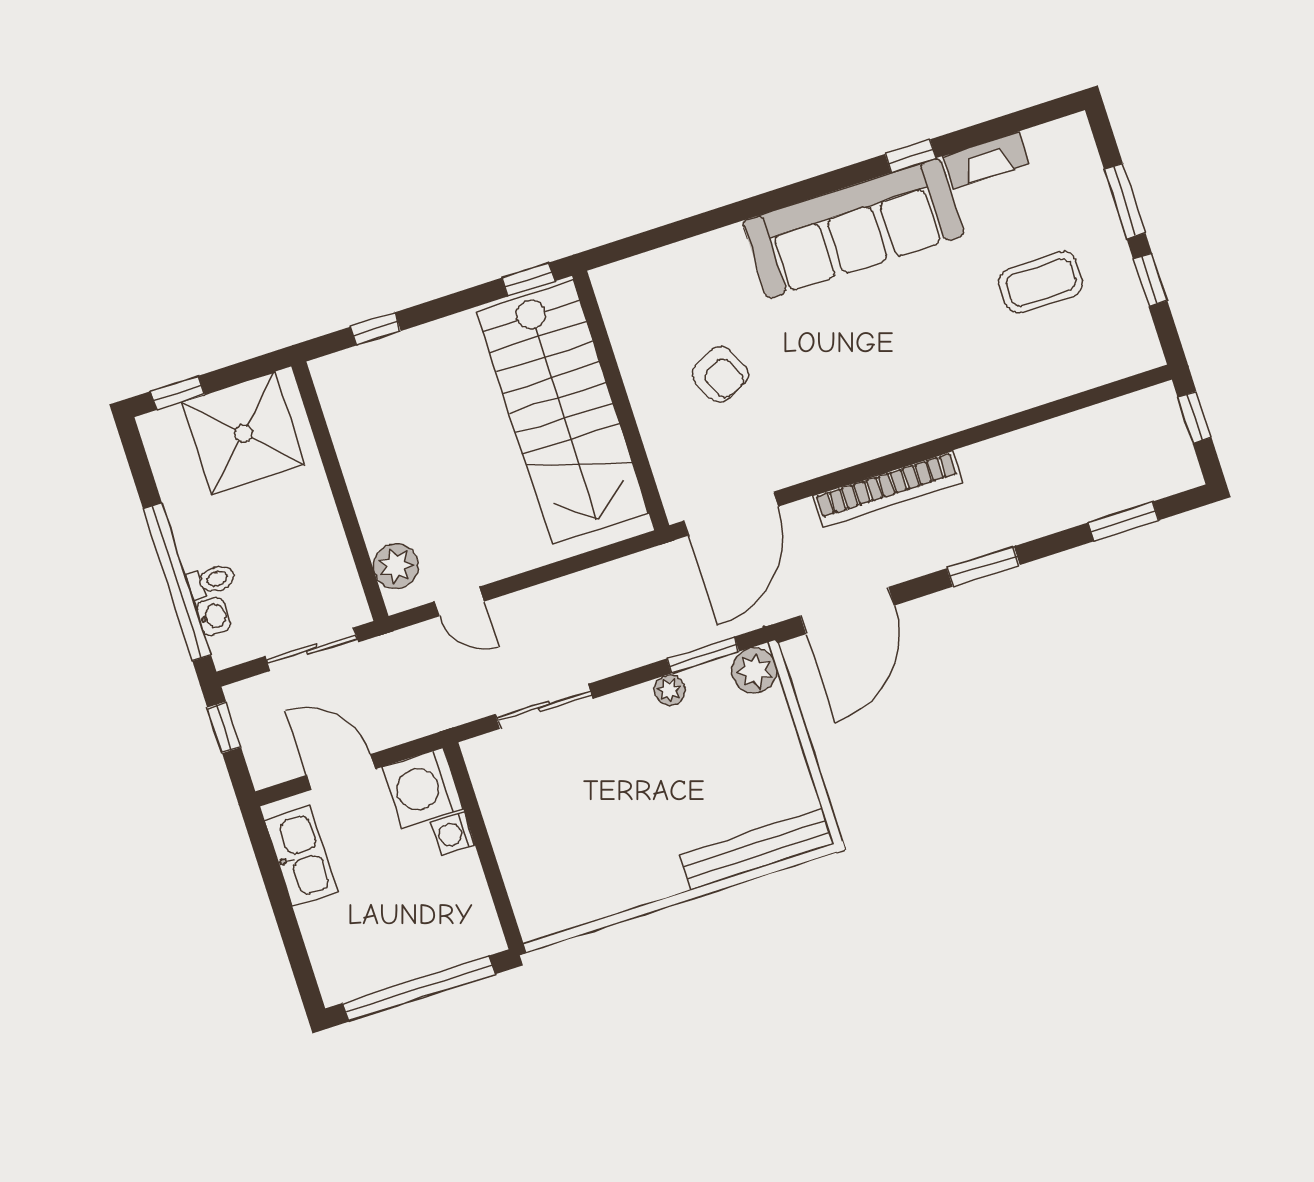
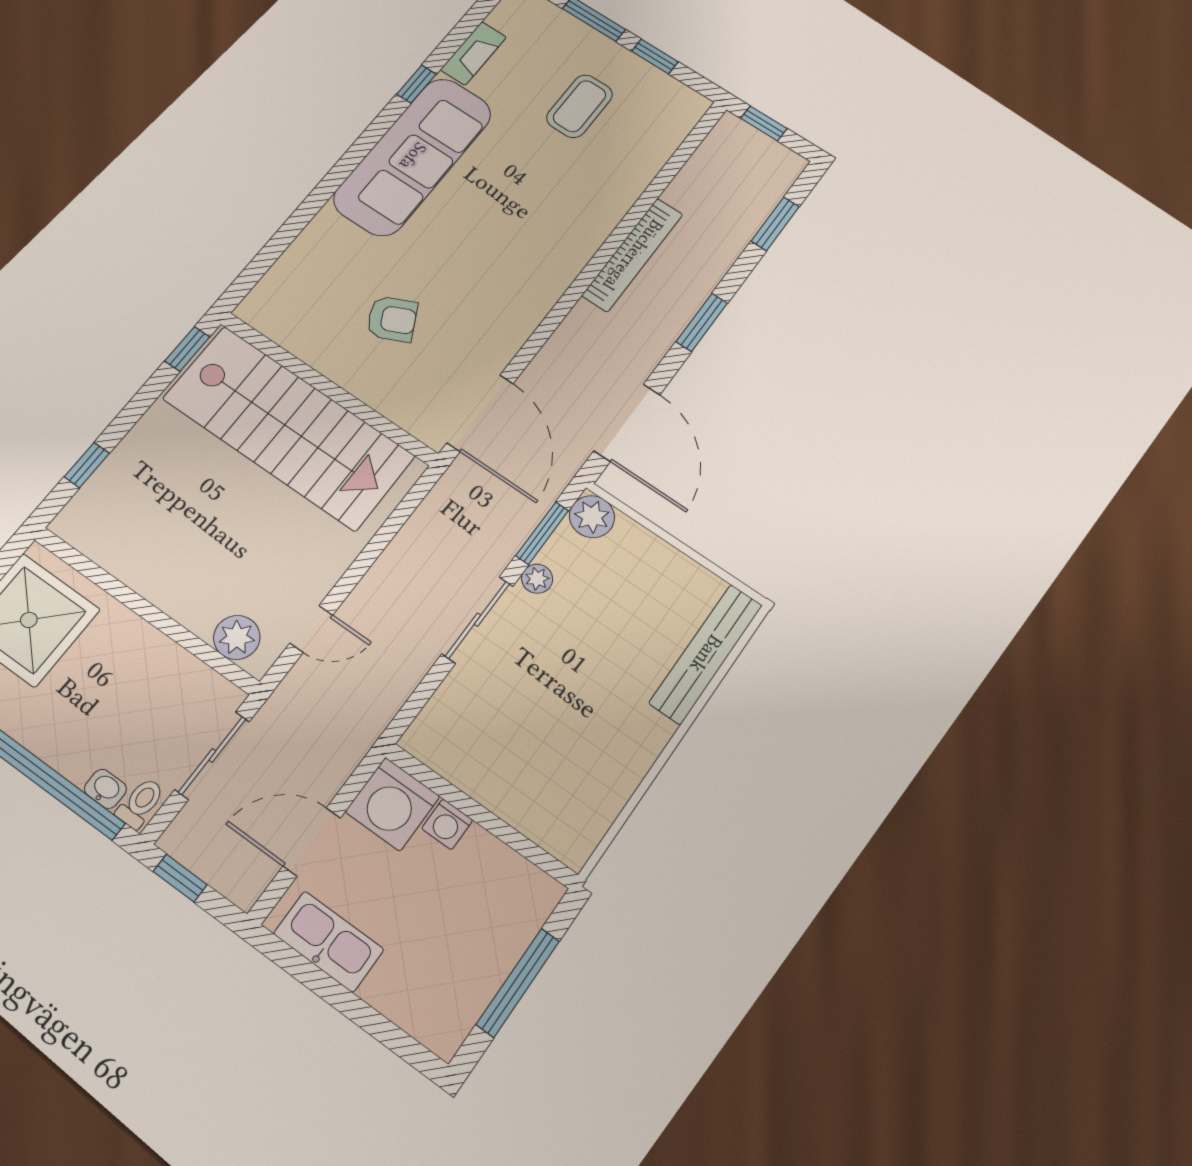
bookcase: (888, 489) -> (633, 255), moved
toilet: (211, 581) -> (140, 803), moved
sliding door: (544, 706) -> (478, 620), moved
window: (419, 989) -> (518, 983), width x0.68

